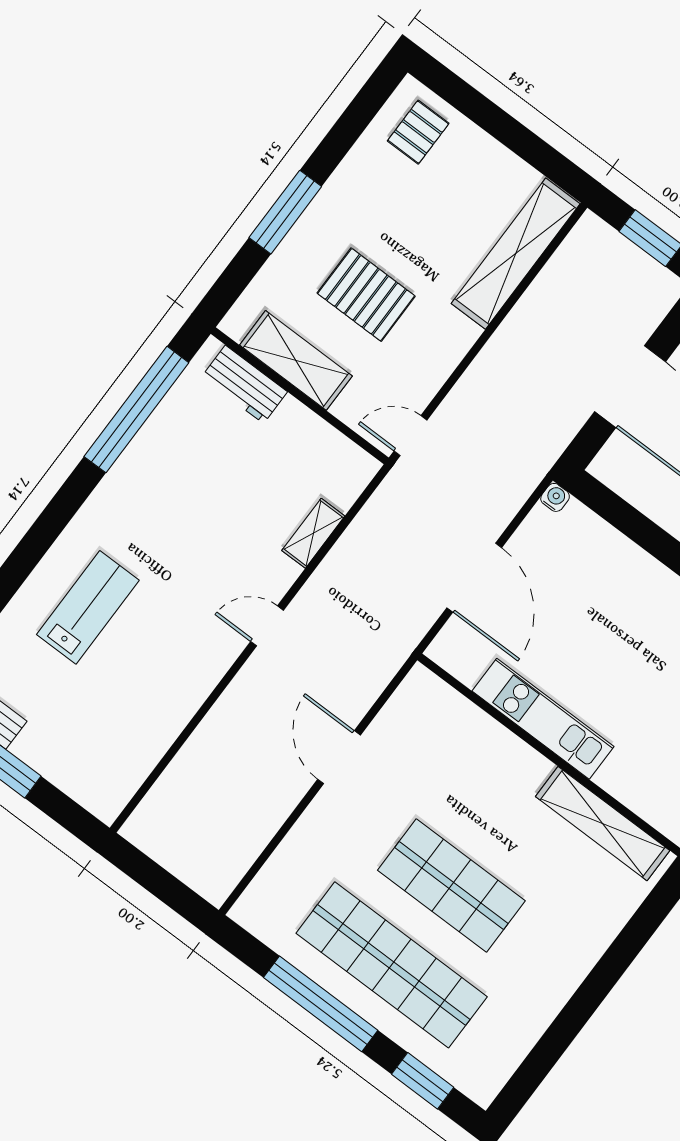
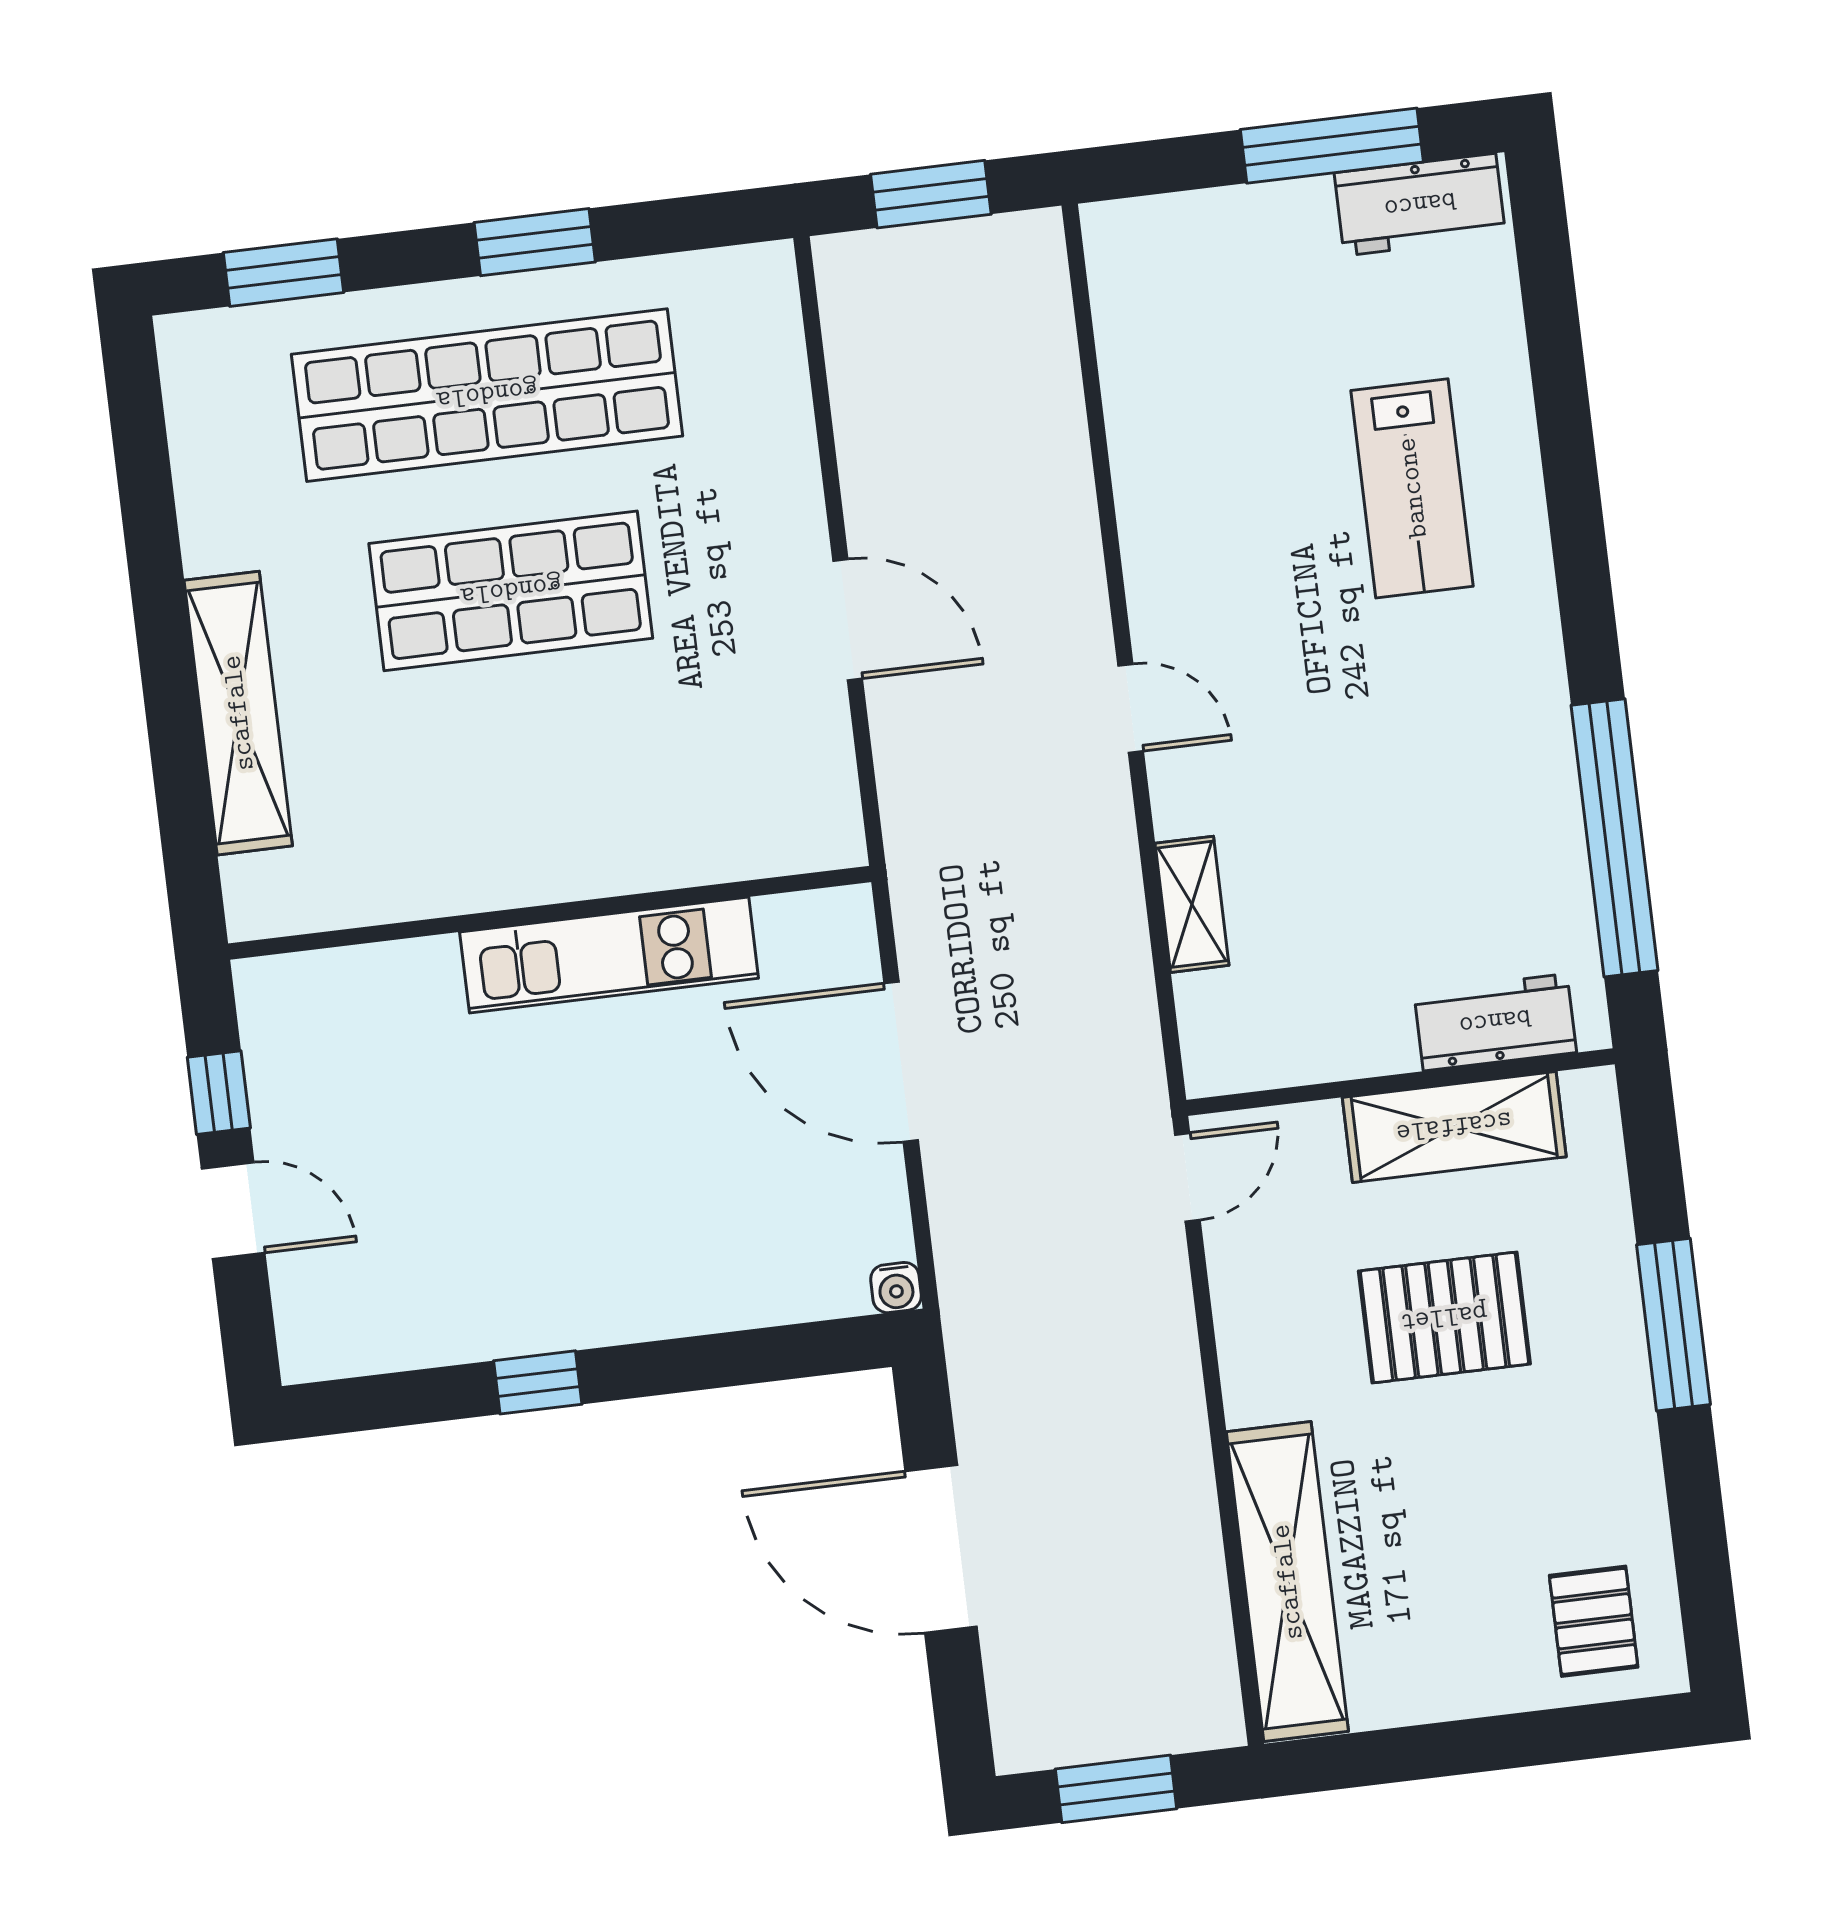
door: (267, 626) -> (1131, 708), hinge flipped
shelving: (603, 824) -> (238, 713), moved, turned 90
window: (160, 883) -> (931, 194), added
window: (321, 1004) -> (535, 242), width x0.47

